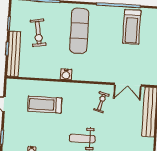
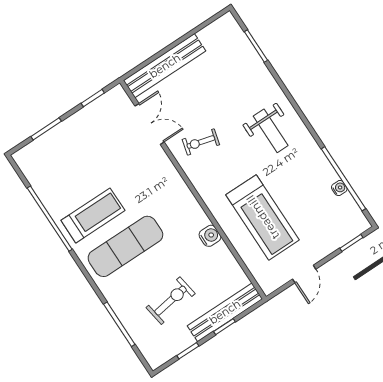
treadmill: (132, 27) -> (93, 215), moved
water cooler: (66, 74) -> (210, 236), moved
treadmill: (45, 105) -> (263, 217), width x1.37, depth x1.38

